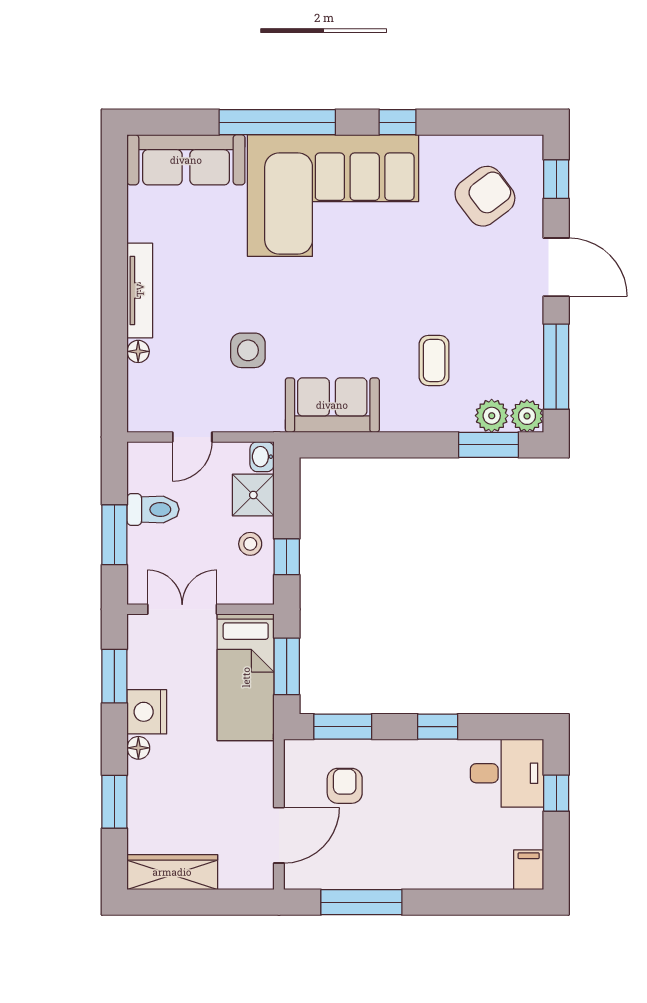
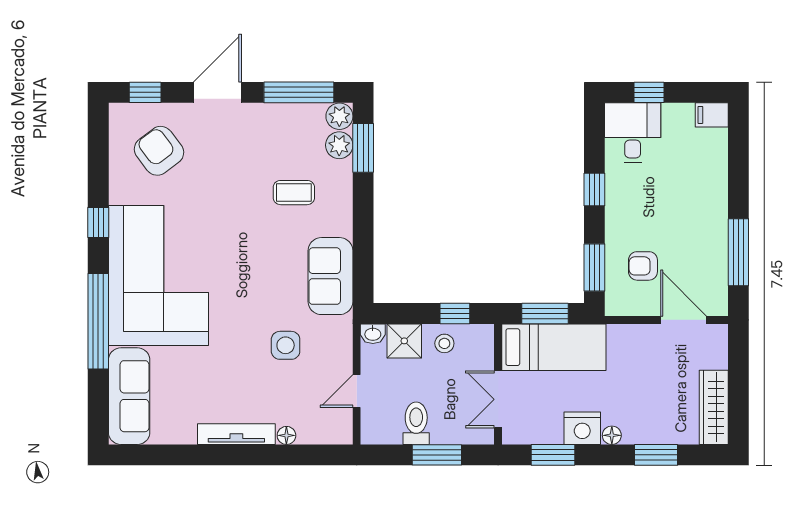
door: (192, 437) -> (357, 391), swing flipped

